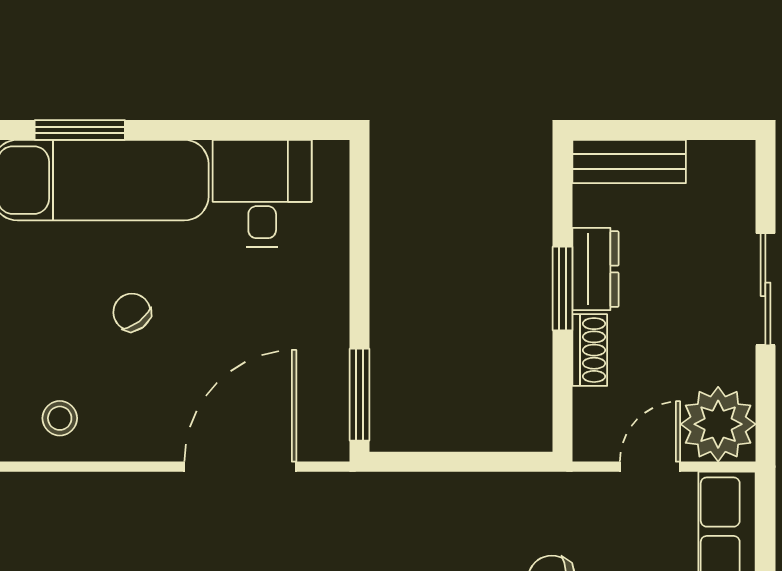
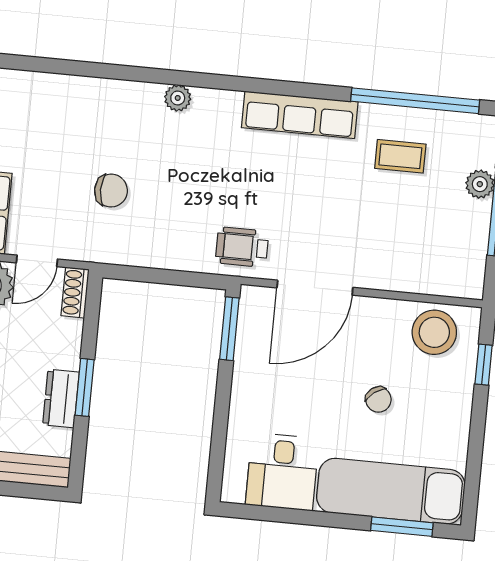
shoe rack: (590, 350) -> (75, 293), moved
stool: (60, 418) -> (434, 332), width x1.89, depth x1.89
wheelchair: (352, 516) -> (242, 247), added

